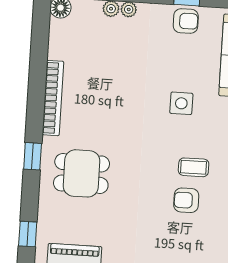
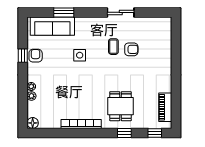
window: (33, 156) -> (124, 133), moved
armchair: (186, 200) -> (131, 49), turned -90

